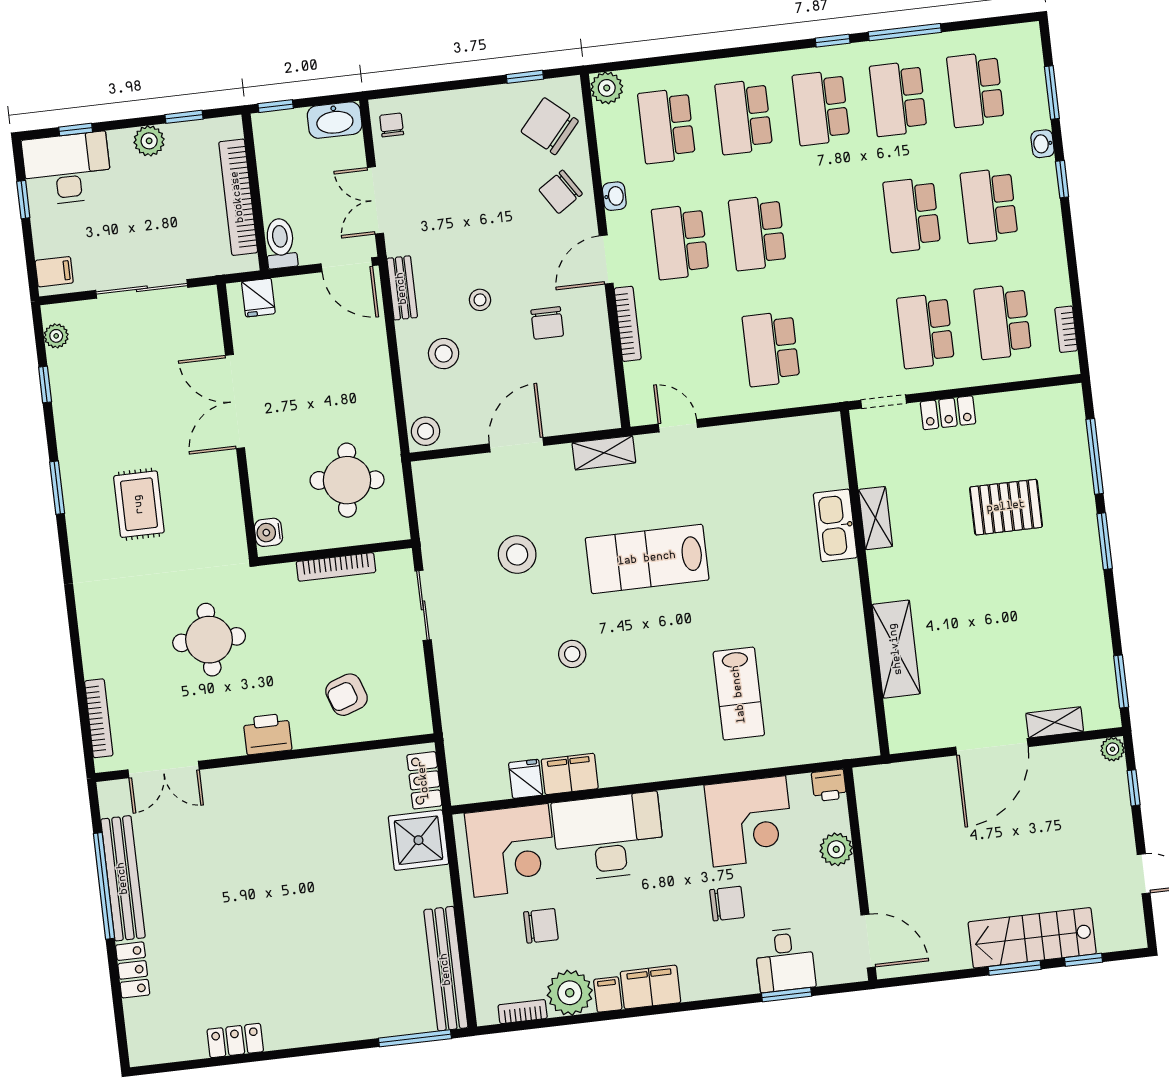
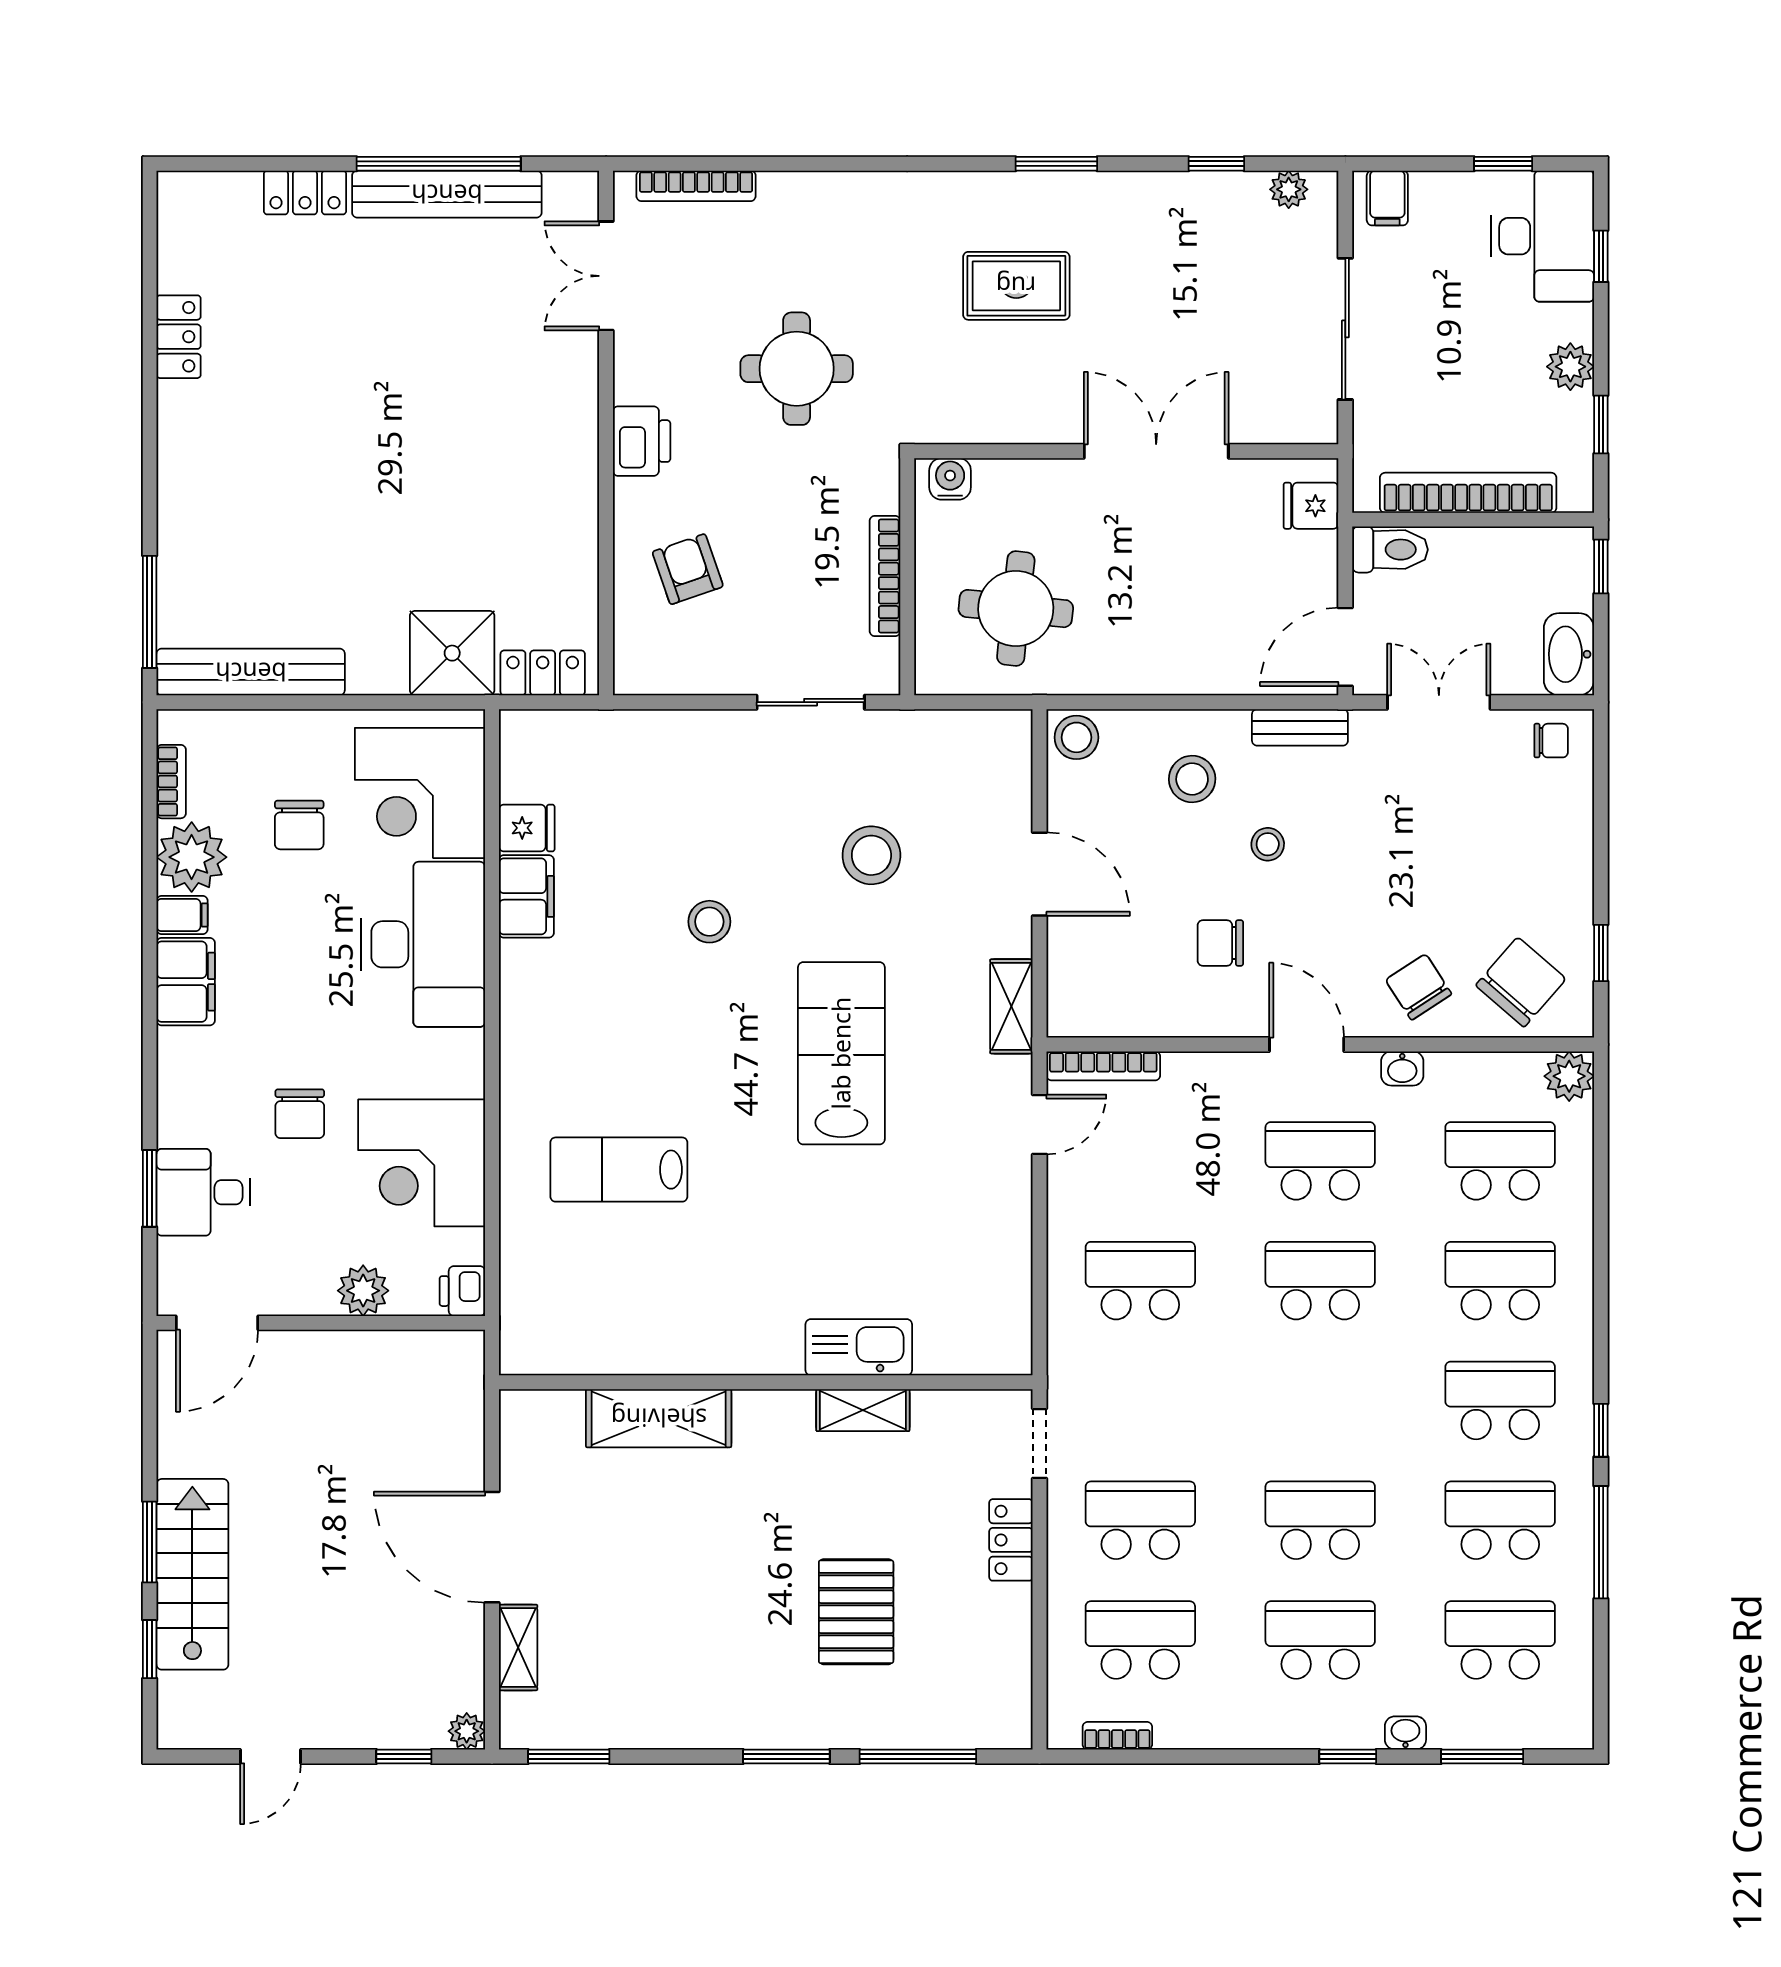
bookcase: (628, 324) -> (1103, 1066), moved

